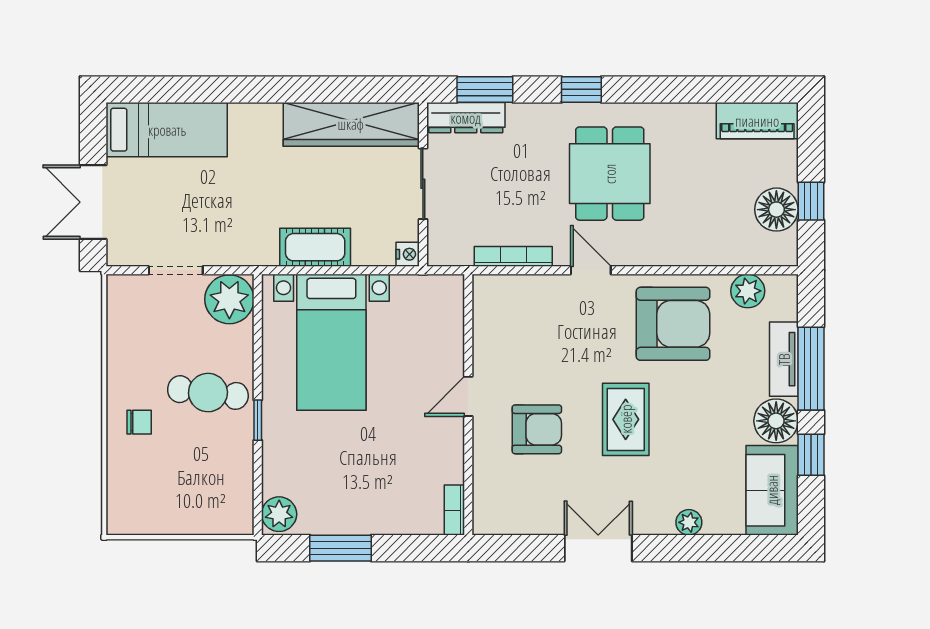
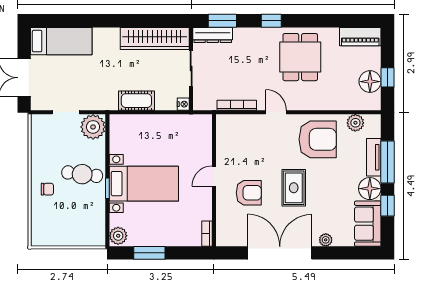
dining table: (610, 174) -> (300, 57), moved
bed with nightstands: (331, 342) -> (144, 184), moved, turned -90
double door: (598, 548) -> (280, 253), width x1.87

